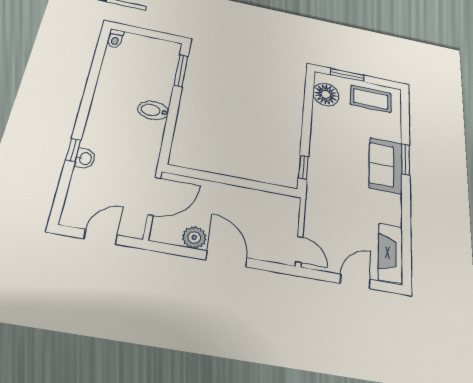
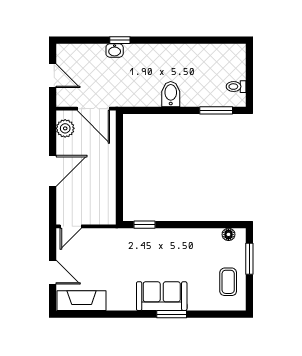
toilet: (115, 38) -> (236, 87), moved
floor lamp: (326, 94) -> (228, 234), width x0.53, depth x0.53
coffee table: (371, 99) -> (228, 282), width x0.73, depth x0.77
plant: (194, 237) -> (65, 128), moved

